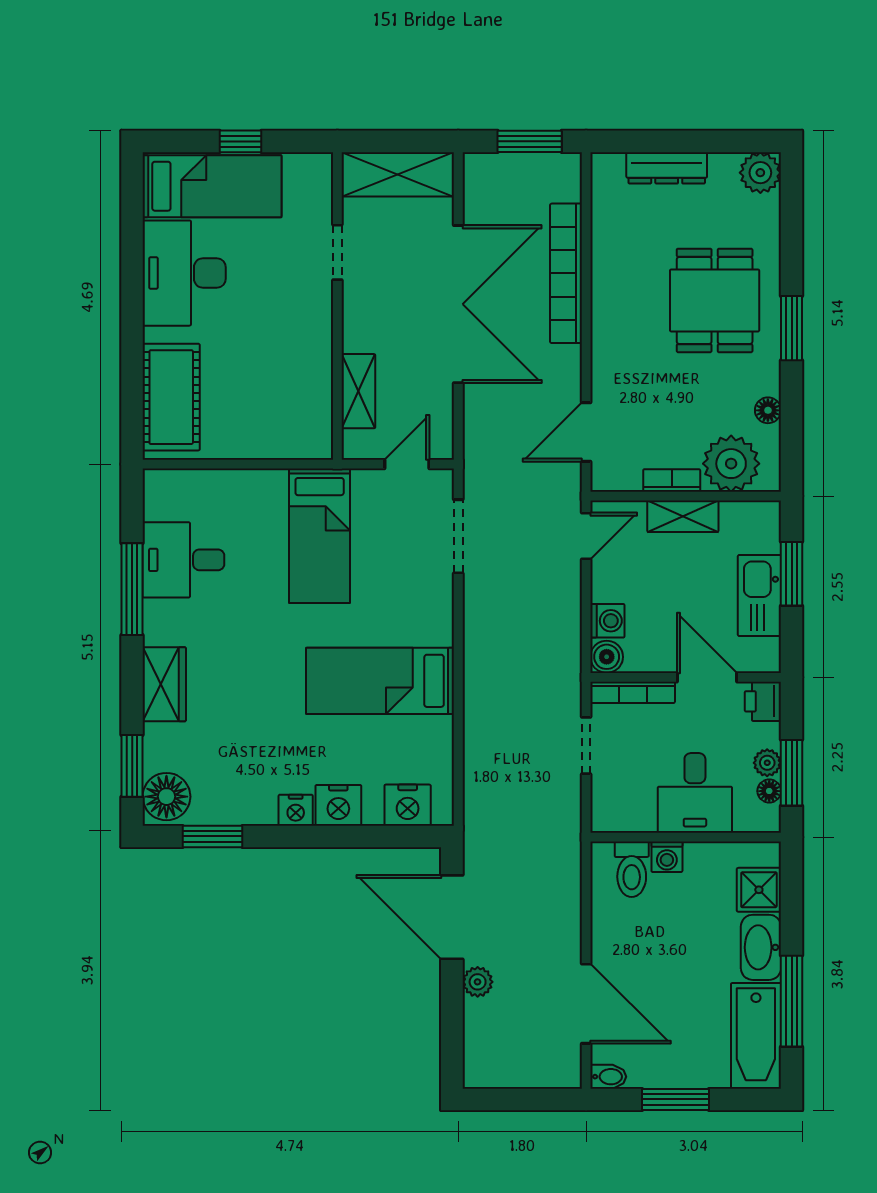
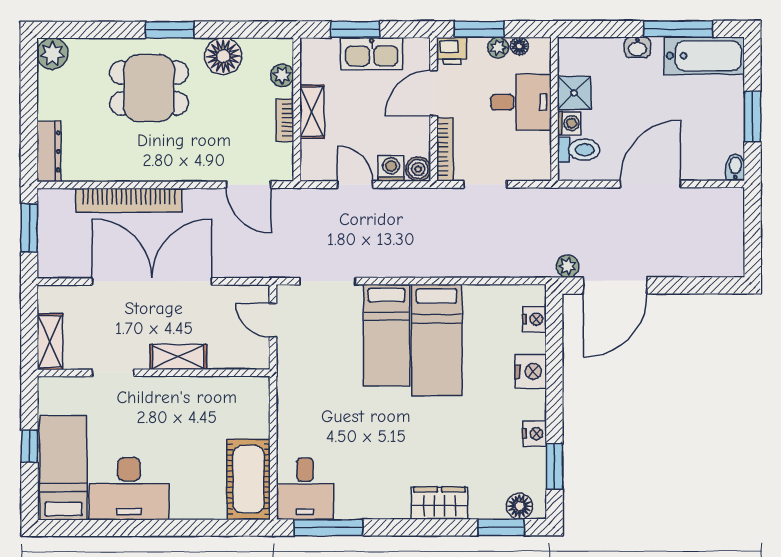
dresser: (667, 168) -> (49, 151), moved
shelving: (398, 174) -> (50, 342), width x0.67, depth x0.75
shelving: (358, 391) -> (178, 357), moved
cot: (171, 397) -> (249, 479), moved, turned 90
floor lamp: (768, 410) -> (223, 56), width x1.89, depth x1.89
plant: (731, 464) -> (282, 75), width x0.53, depth x0.53
bed: (320, 536) -> (387, 335), moved, turned 90
door: (586, 536) -> (355, 185), moved
desk: (183, 560) -> (305, 489), moved
window: (132, 589) -> (328, 528), moved
window: (792, 773) -> (479, 29), moved
floor lamp: (166, 797) -> (519, 506), width x0.73, depth x0.73
nightstand: (408, 805) -> (534, 319), width x0.74, depth x0.75
nightstand: (296, 810) -> (535, 434), moved
shower: (759, 890) -> (574, 93), moved
washbasin: (761, 947) -> (637, 47), width x0.52, depth x0.69
plant: (478, 982) -> (568, 266), moved
door: (586, 1004) -> (650, 184), moved

